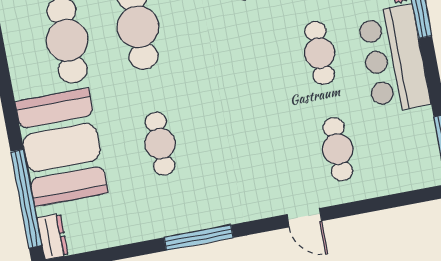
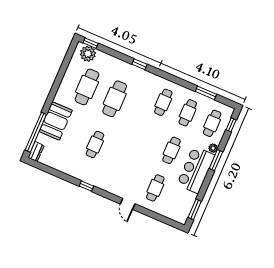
booth: (62, 147) -> (56, 121), width x0.73, depth x0.70
window: (199, 238) -> (86, 186), width x0.46

